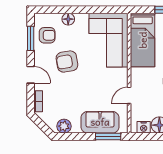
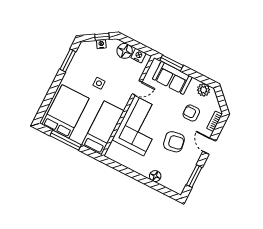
armchair: (47, 35) -> (191, 113), moved
corner sofa: (109, 40) -> (139, 126), moved

